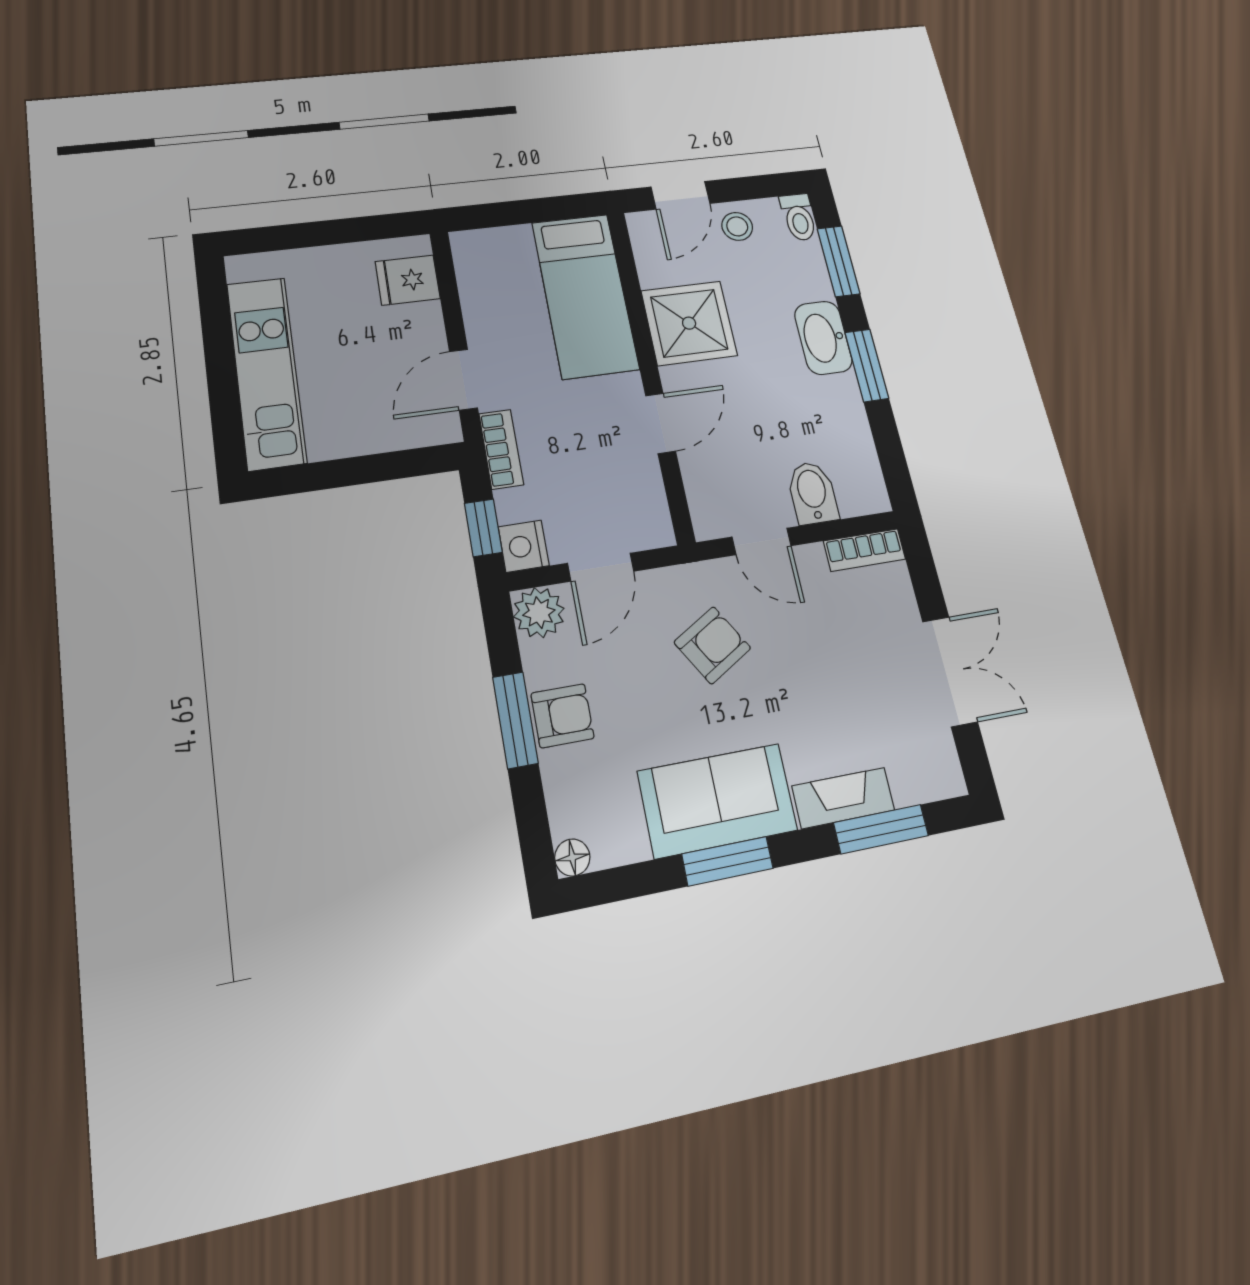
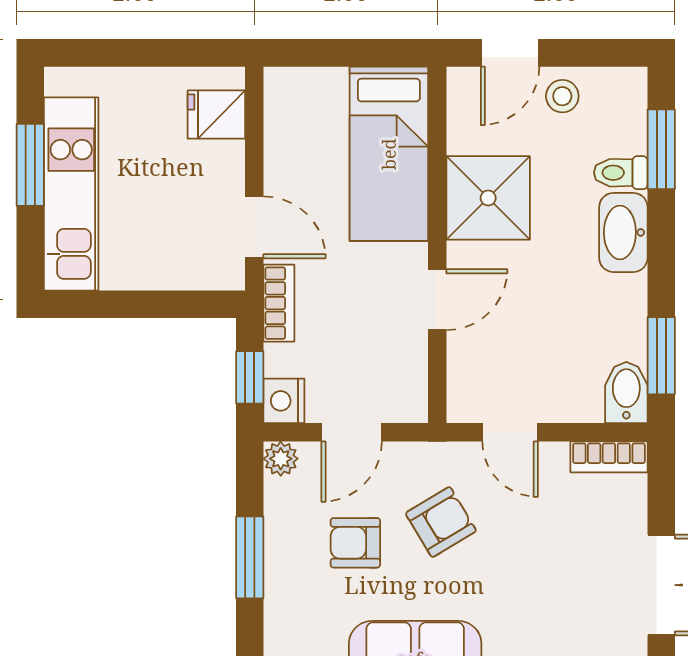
toilet: (799, 217) -> (621, 173), moved, turned 90
window: (219, 350) -> (30, 165), added
window: (867, 365) -> (661, 356), moved
door: (463, 380) -> (254, 227), swing flipped
bidet: (812, 493) -> (626, 393), moved
plant: (539, 613) -> (281, 459), width x0.73, depth x0.73
armchair: (563, 716) -> (355, 543), moved, turned 180

